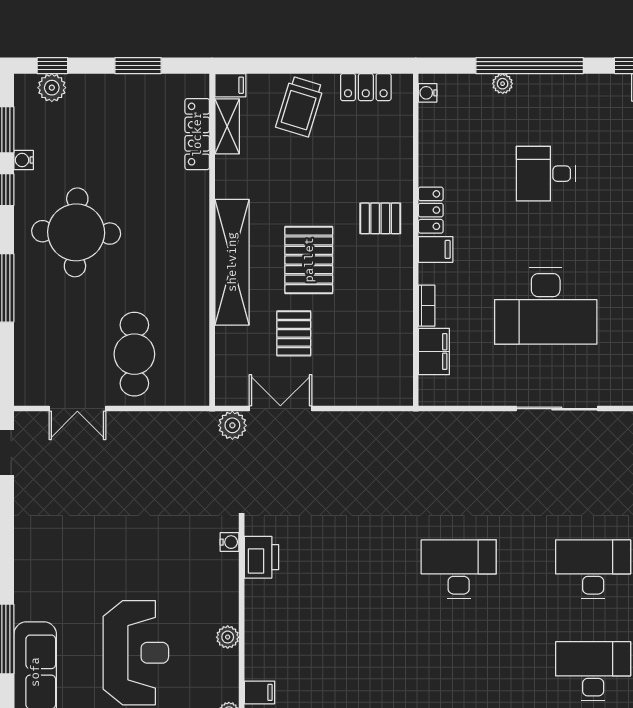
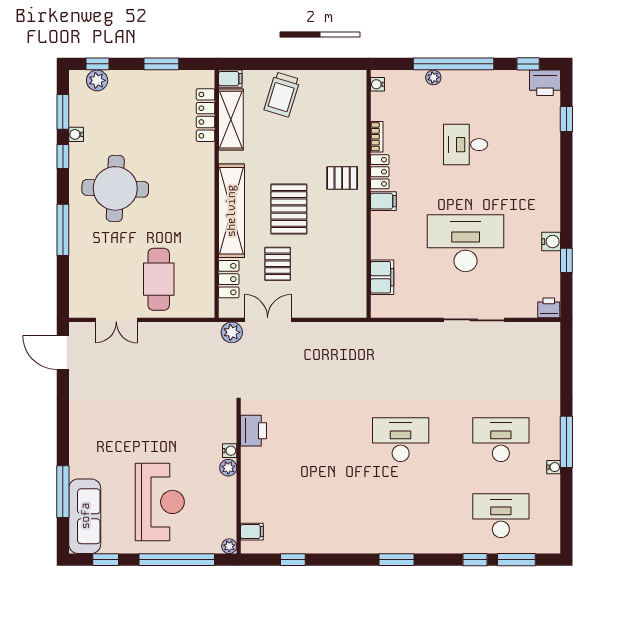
locker: (366, 87) -> (229, 279), moved, turned -90
shelving: (227, 126) -> (231, 120), width x1.50, depth x1.33
bookcase: (427, 306) -> (377, 137), moved
desk: (546, 306) -> (466, 243), turned 180
water cooler: (230, 542) -> (230, 451), moved
plant: (228, 637) -> (228, 468), moved

